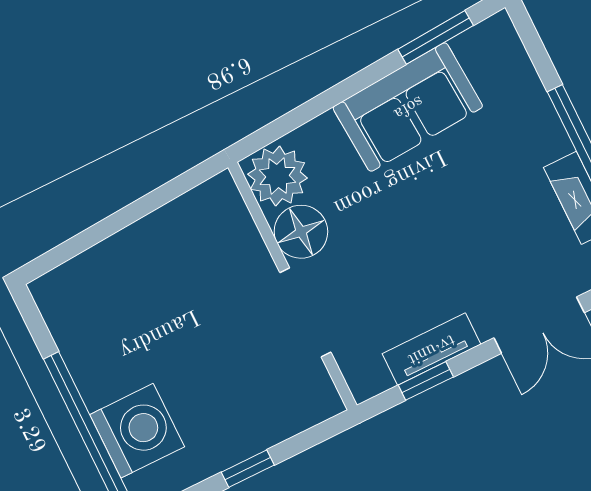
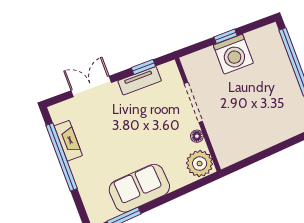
floor lamp: (301, 232) -> (197, 136), width x0.53, depth x0.53
washing machine: (137, 431) -> (233, 54), moved, turned -90

